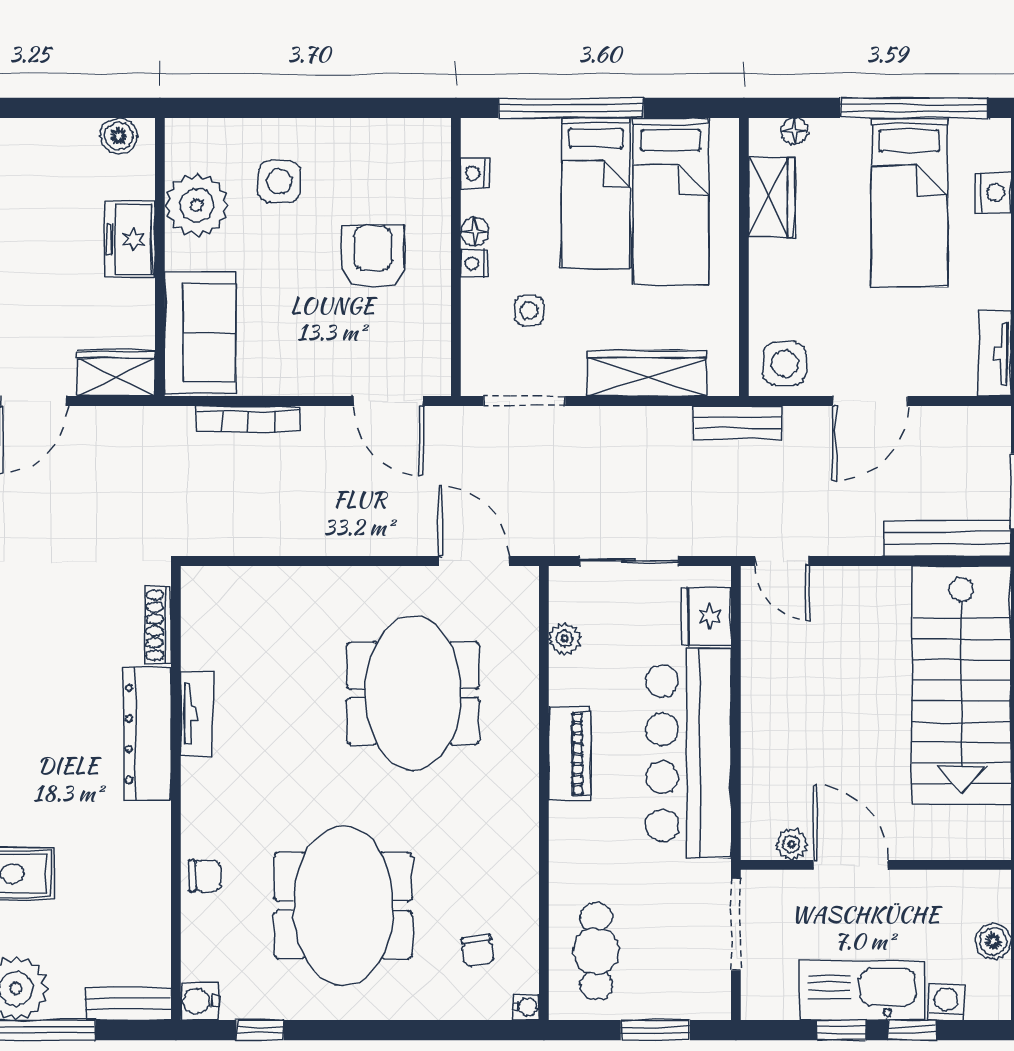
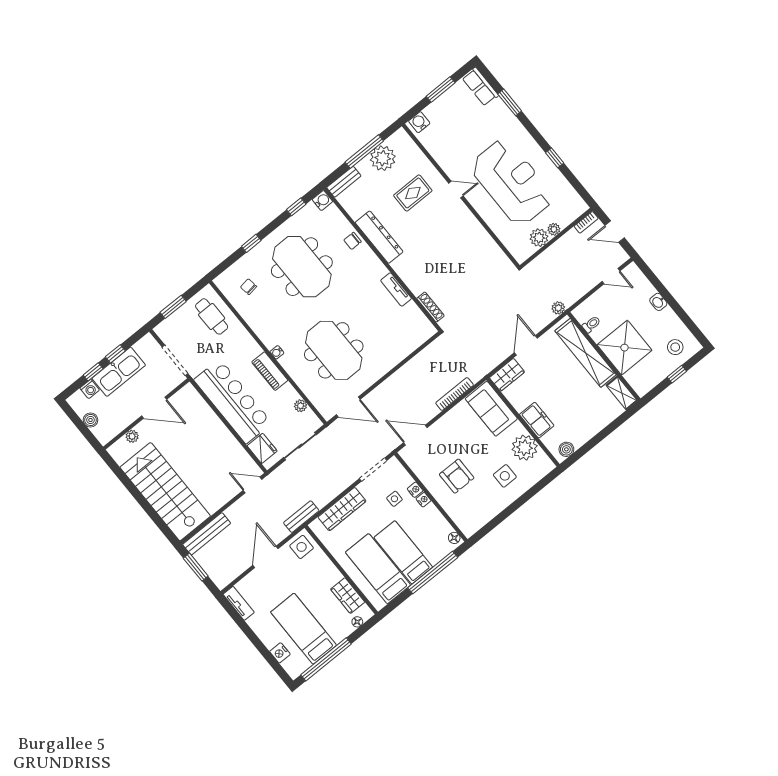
nightstand: (475, 173) -> (415, 490), moved
floor lamp: (475, 232) -> (454, 538), moved
dresser: (147, 734) -> (379, 237), moved
plant: (791, 844) -> (132, 436), moved
water cooler: (526, 1007) -> (277, 352), moved
window: (404, 1030) -> (251, 243), added

